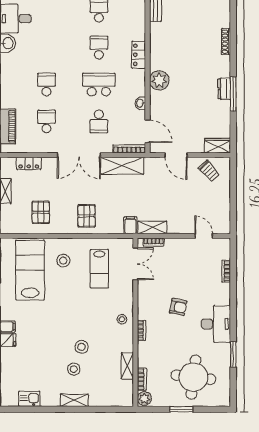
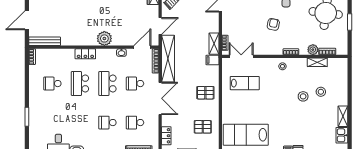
school desk: (99, 48) -> (80, 84), width x1.85
school desk: (99, 121) -> (135, 84), turned 180
shelving: (122, 166) -> (168, 59), width x1.47
stool: (63, 261) -> (239, 110), removed
stool: (74, 369) -> (321, 92), moved
plant: (144, 398) -> (313, 50), moved
shelving: (74, 400) -> (343, 116), moved

